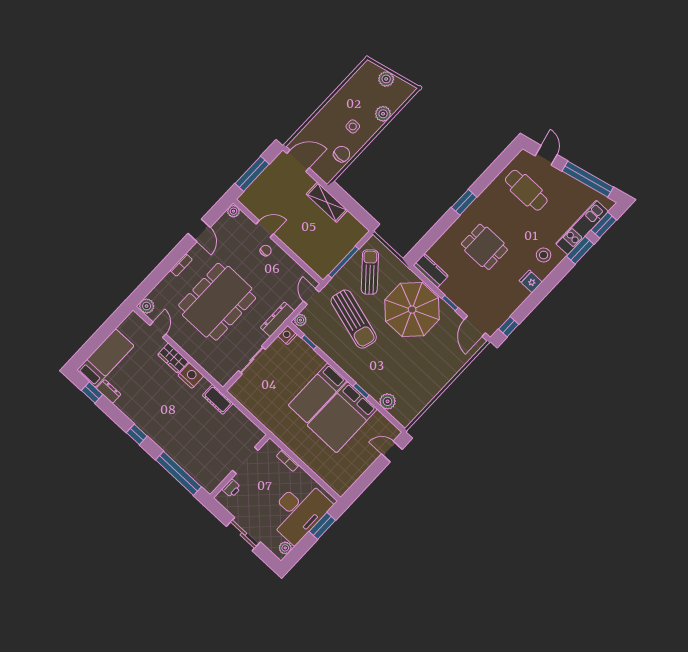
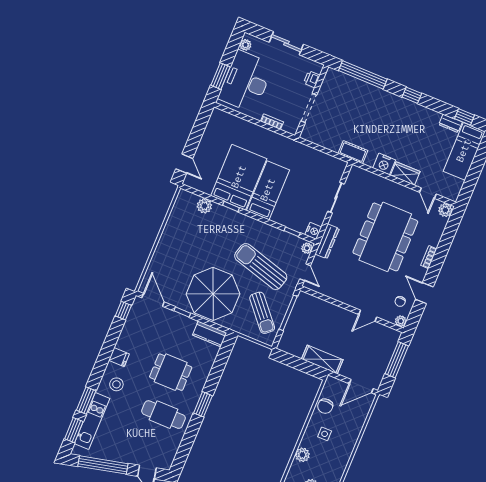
cafe table: (526, 190) -> (163, 415), moved
chair: (266, 251) -> (400, 301), moved
door: (392, 452) -> (184, 164), hinge flipped

